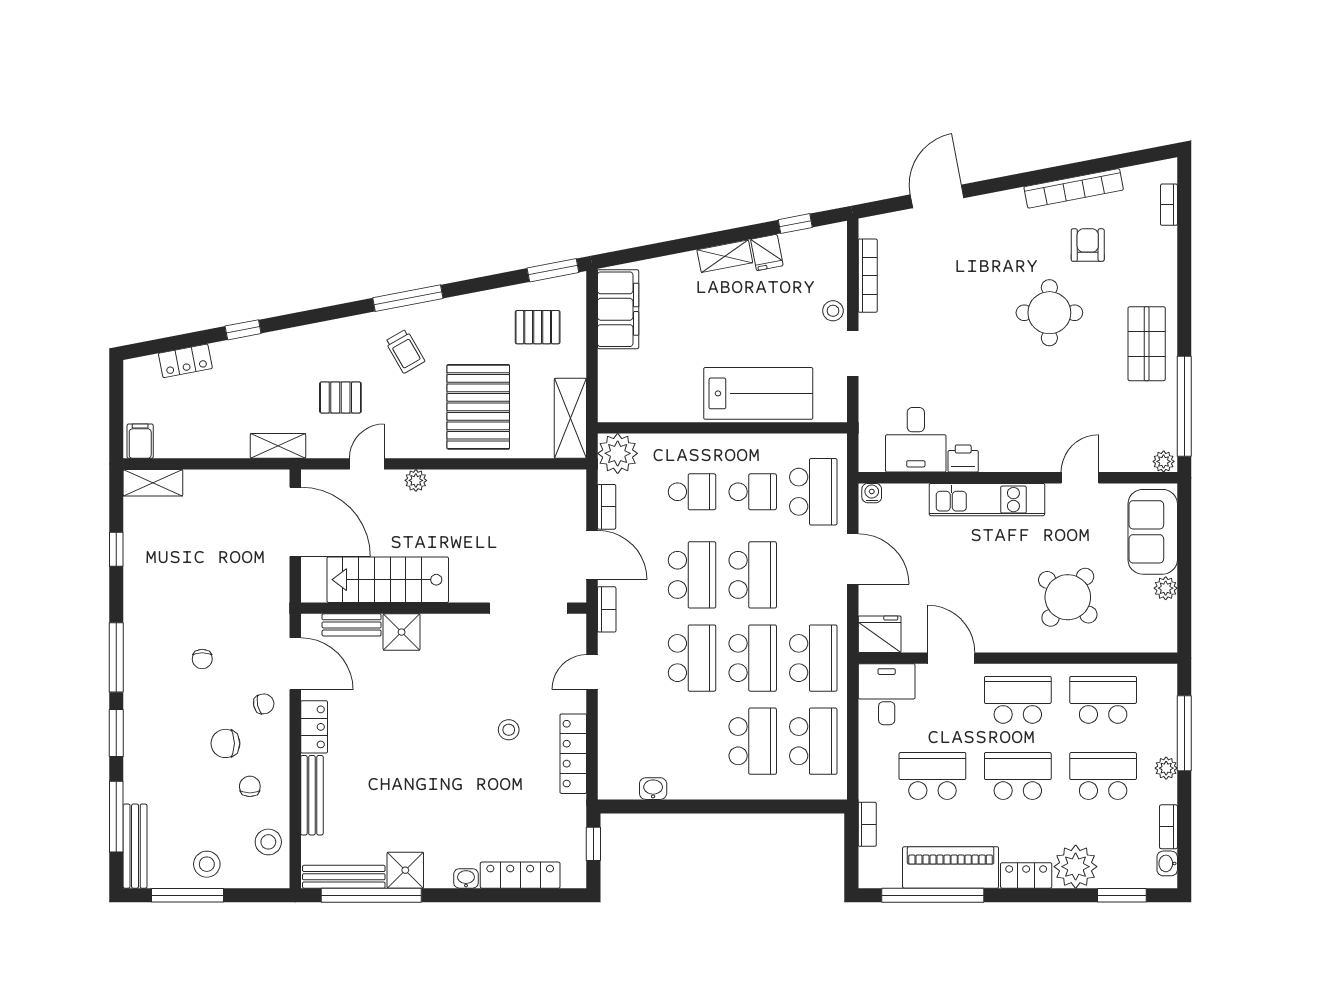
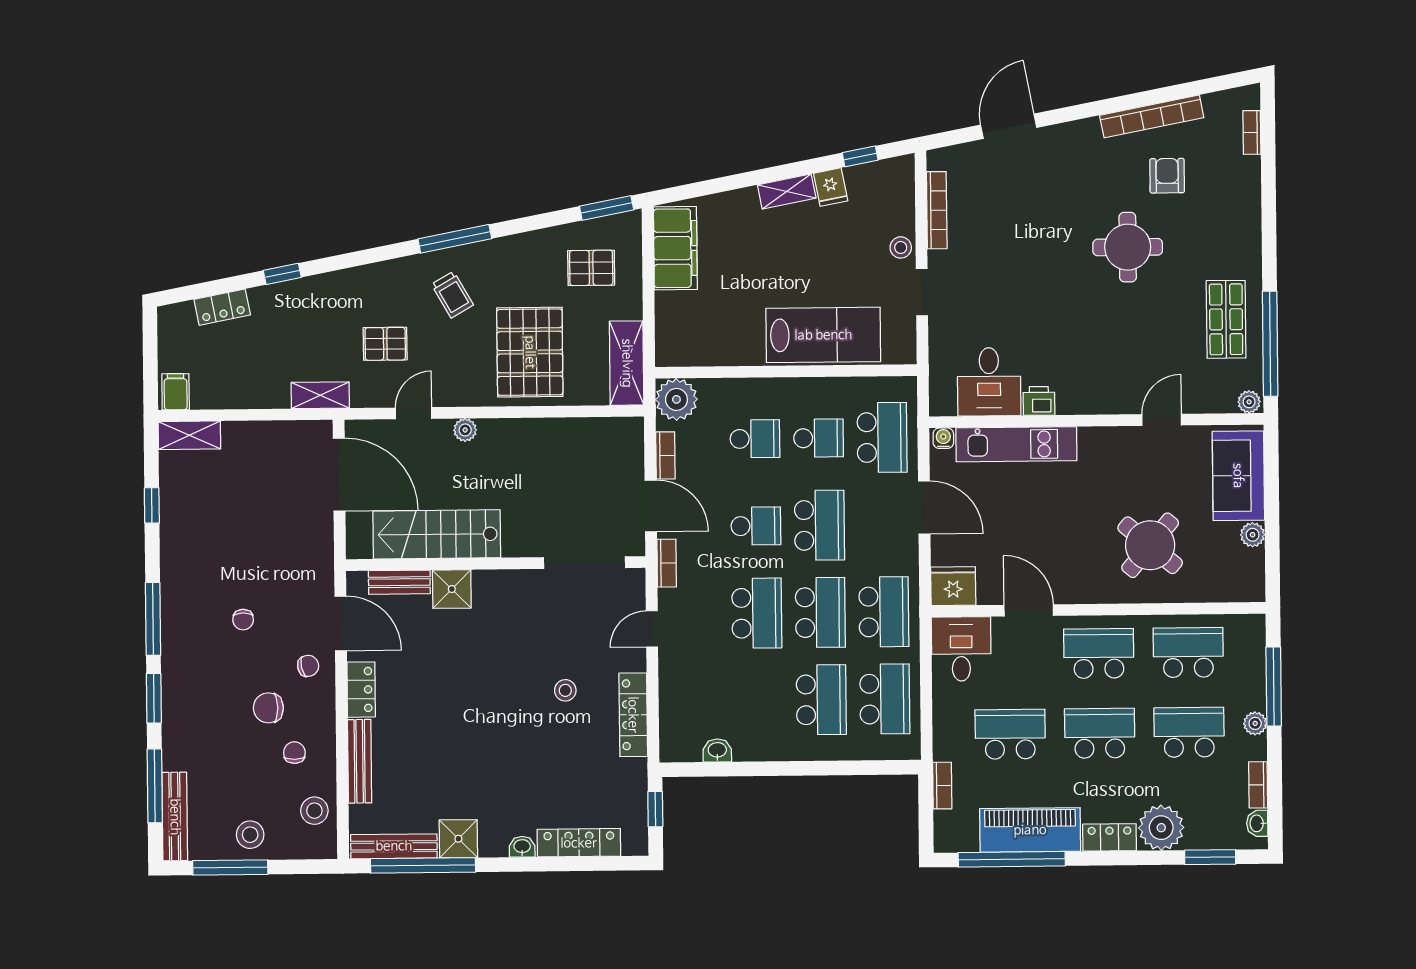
shop shelf: (1147, 344) -> (1226, 319), moved
kitchen unit: (987, 500) -> (1016, 444), moved
school desk: (692, 575) -> (756, 526), width x0.54

